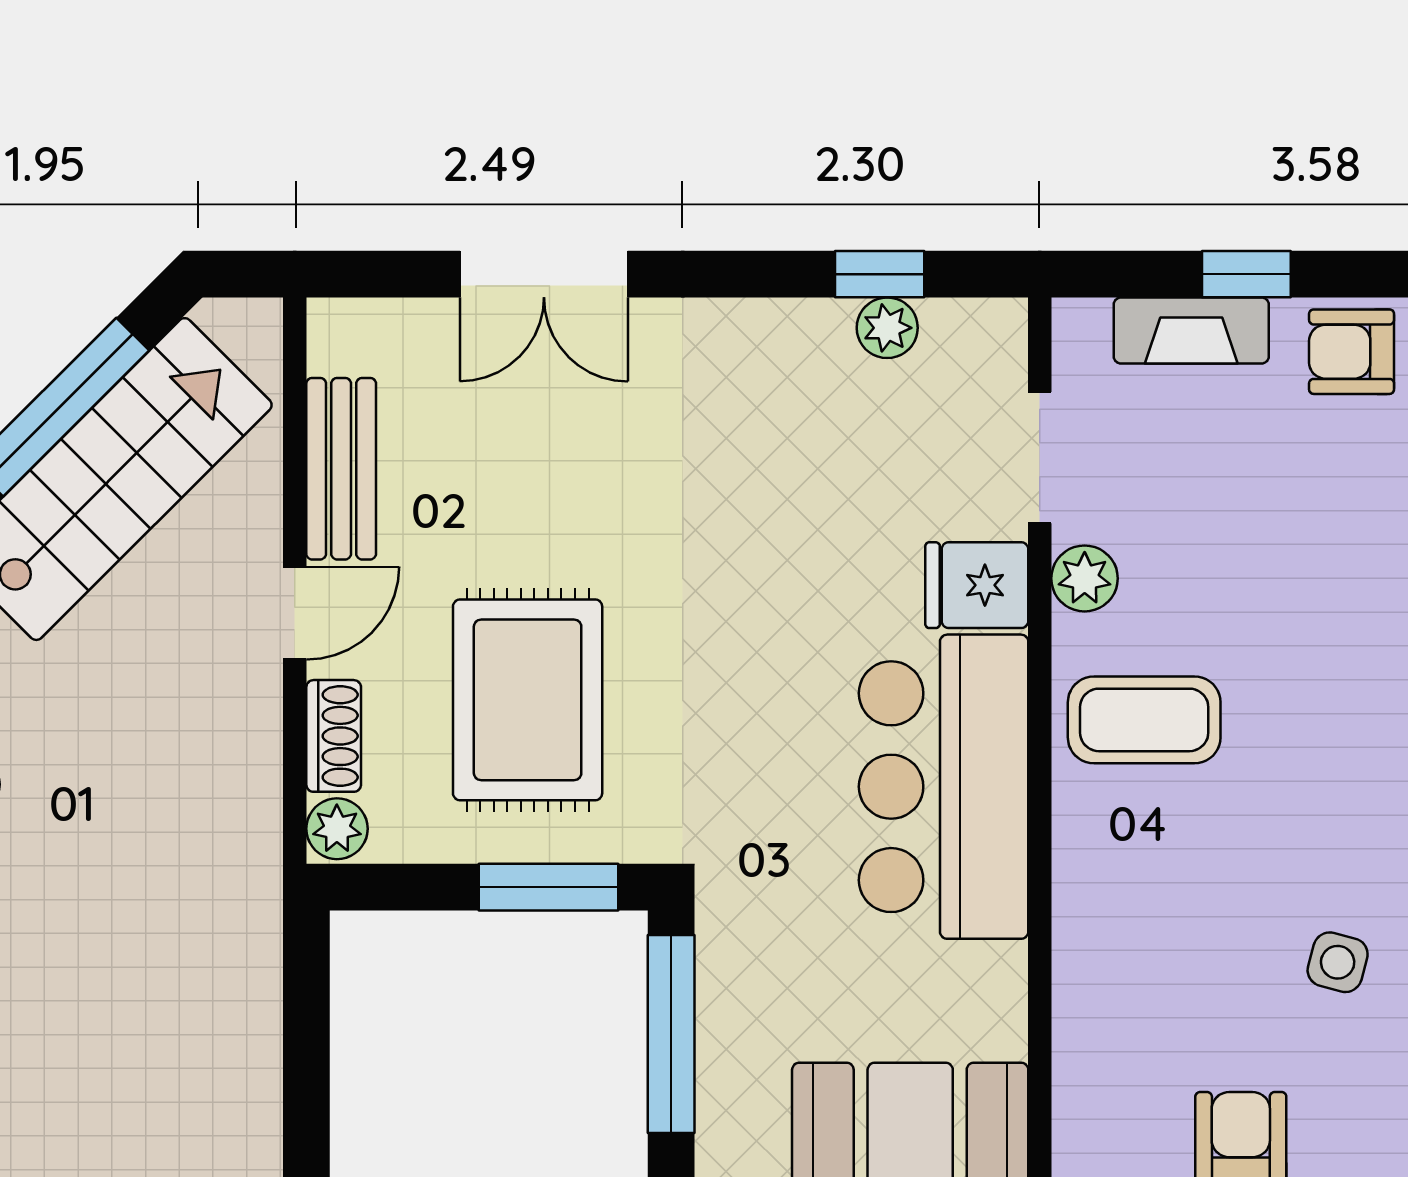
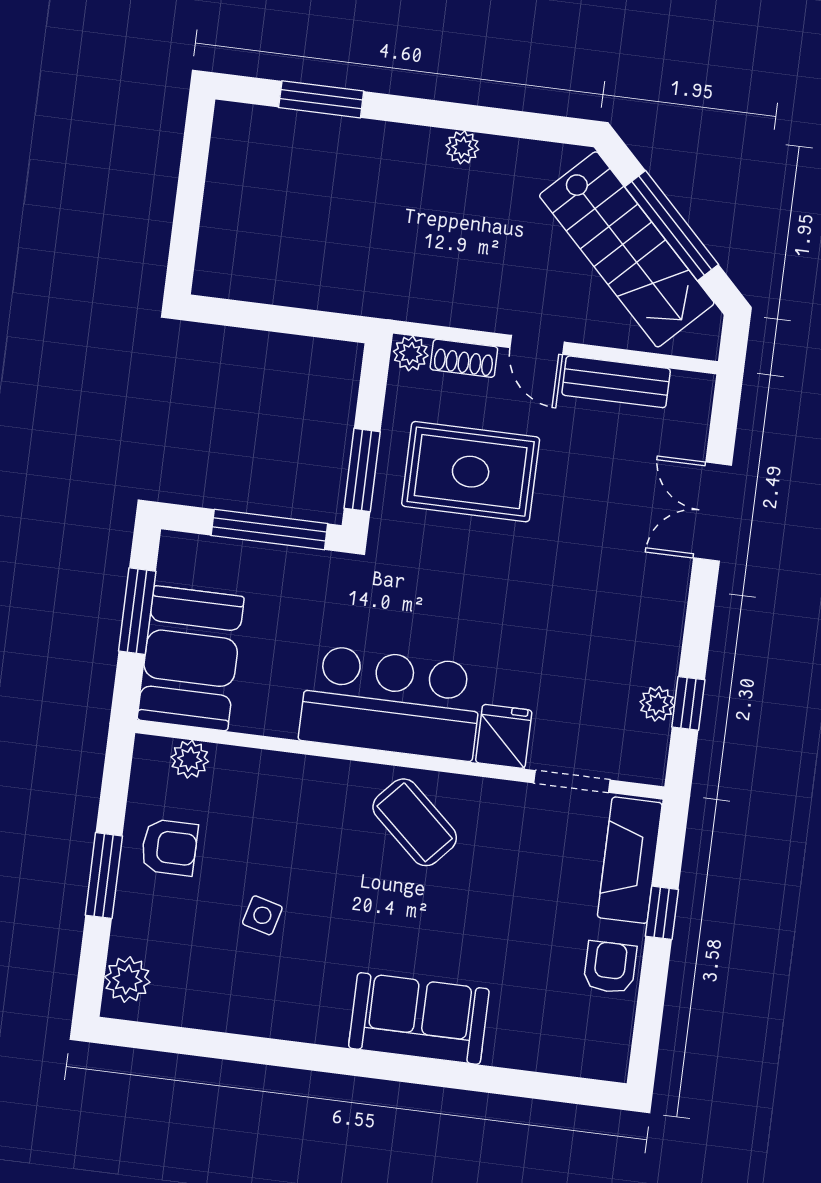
fireplace: (1191, 330) -> (630, 860), width x1.37, depth x1.32
plant: (1085, 578) -> (190, 759), moved
coffee table: (1144, 720) -> (415, 822), turned -48

